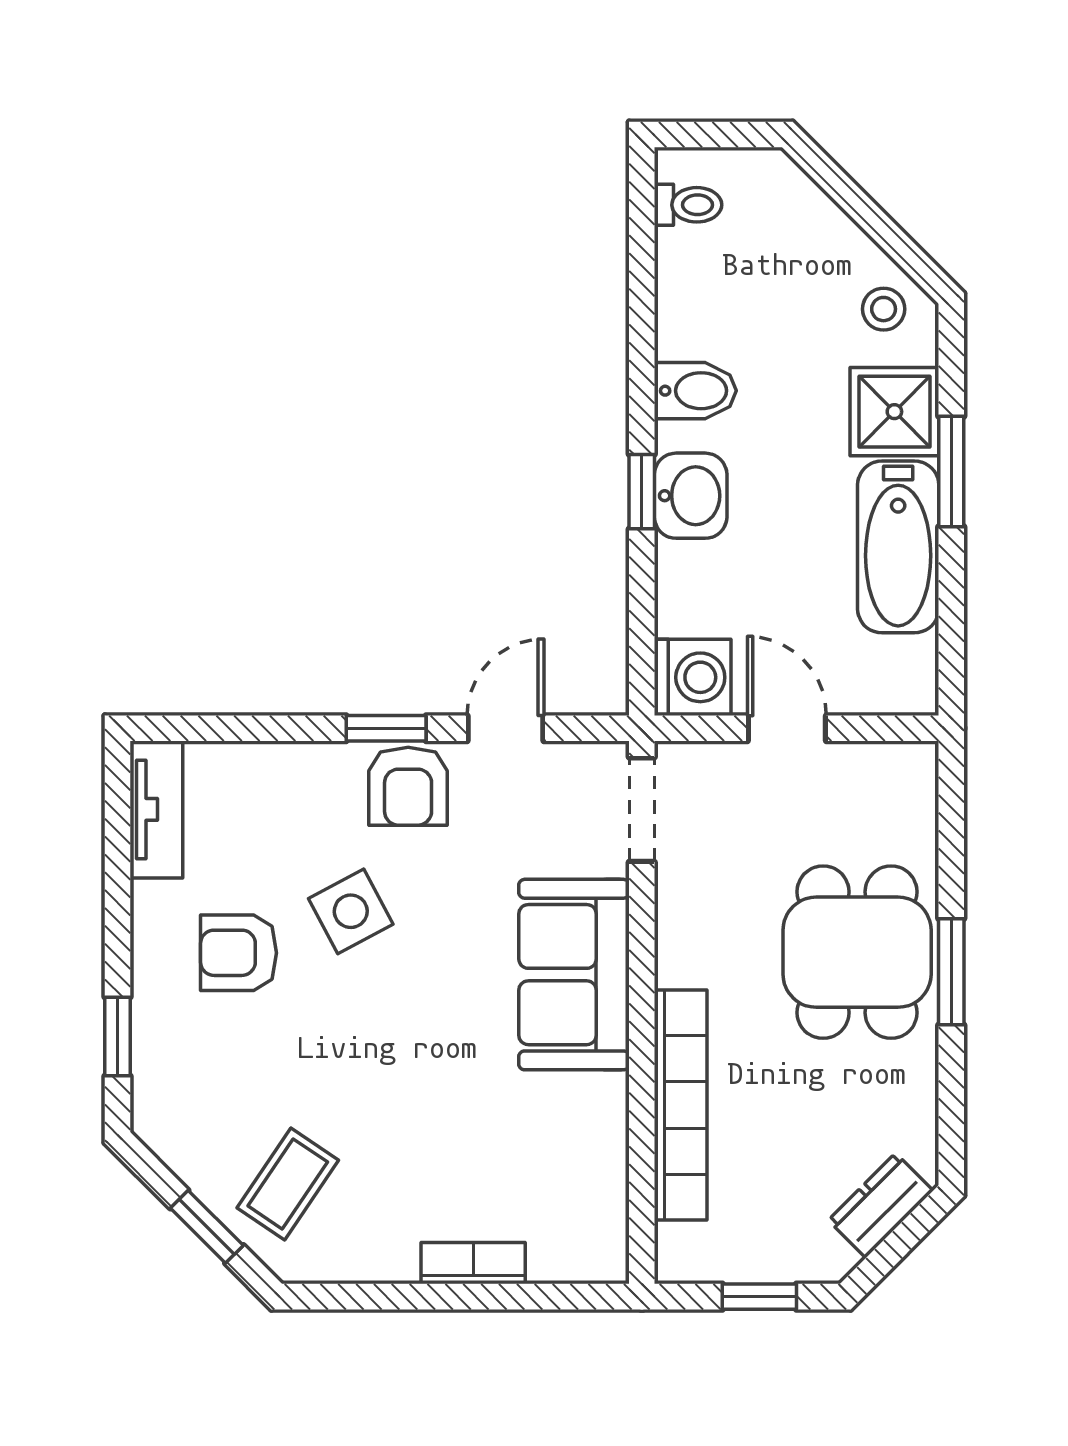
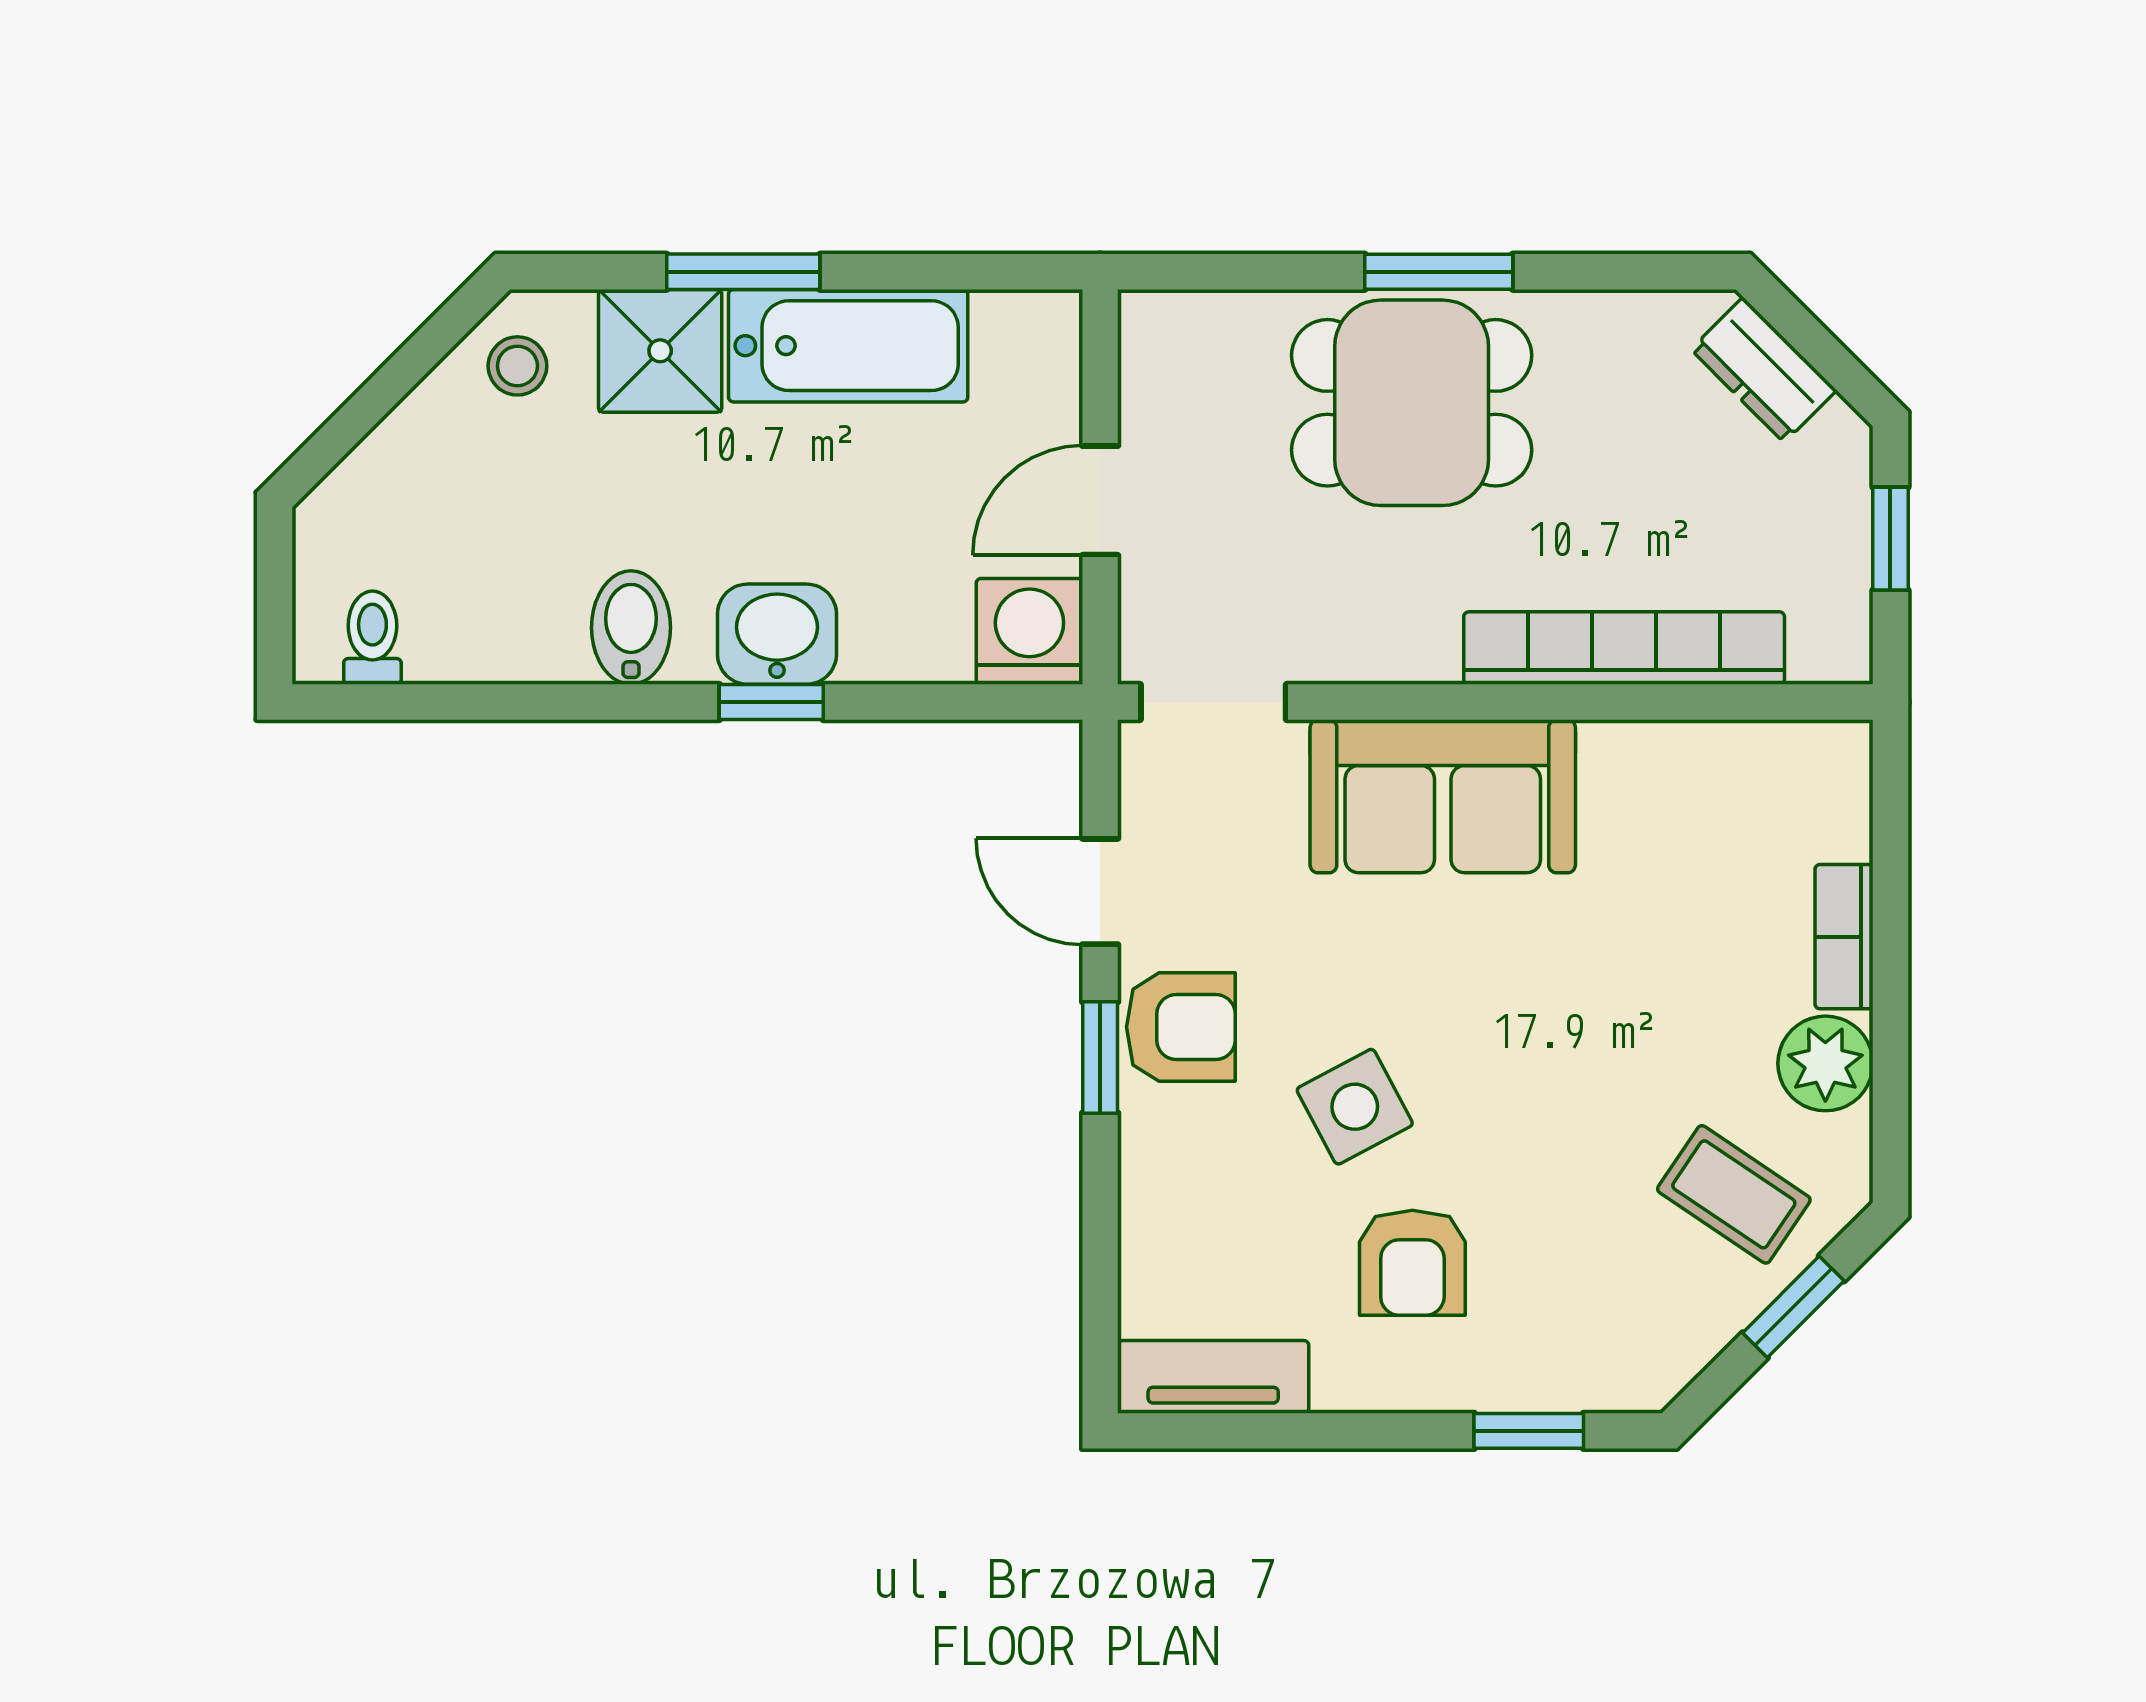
plant: (382, 1250) -> (1825, 1063), added

